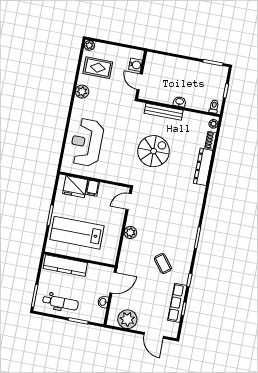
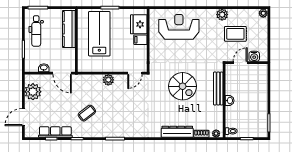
rug: (98, 68) -> (235, 34), moved, turned 90
door: (129, 201) -> (135, 73), swing flipped

